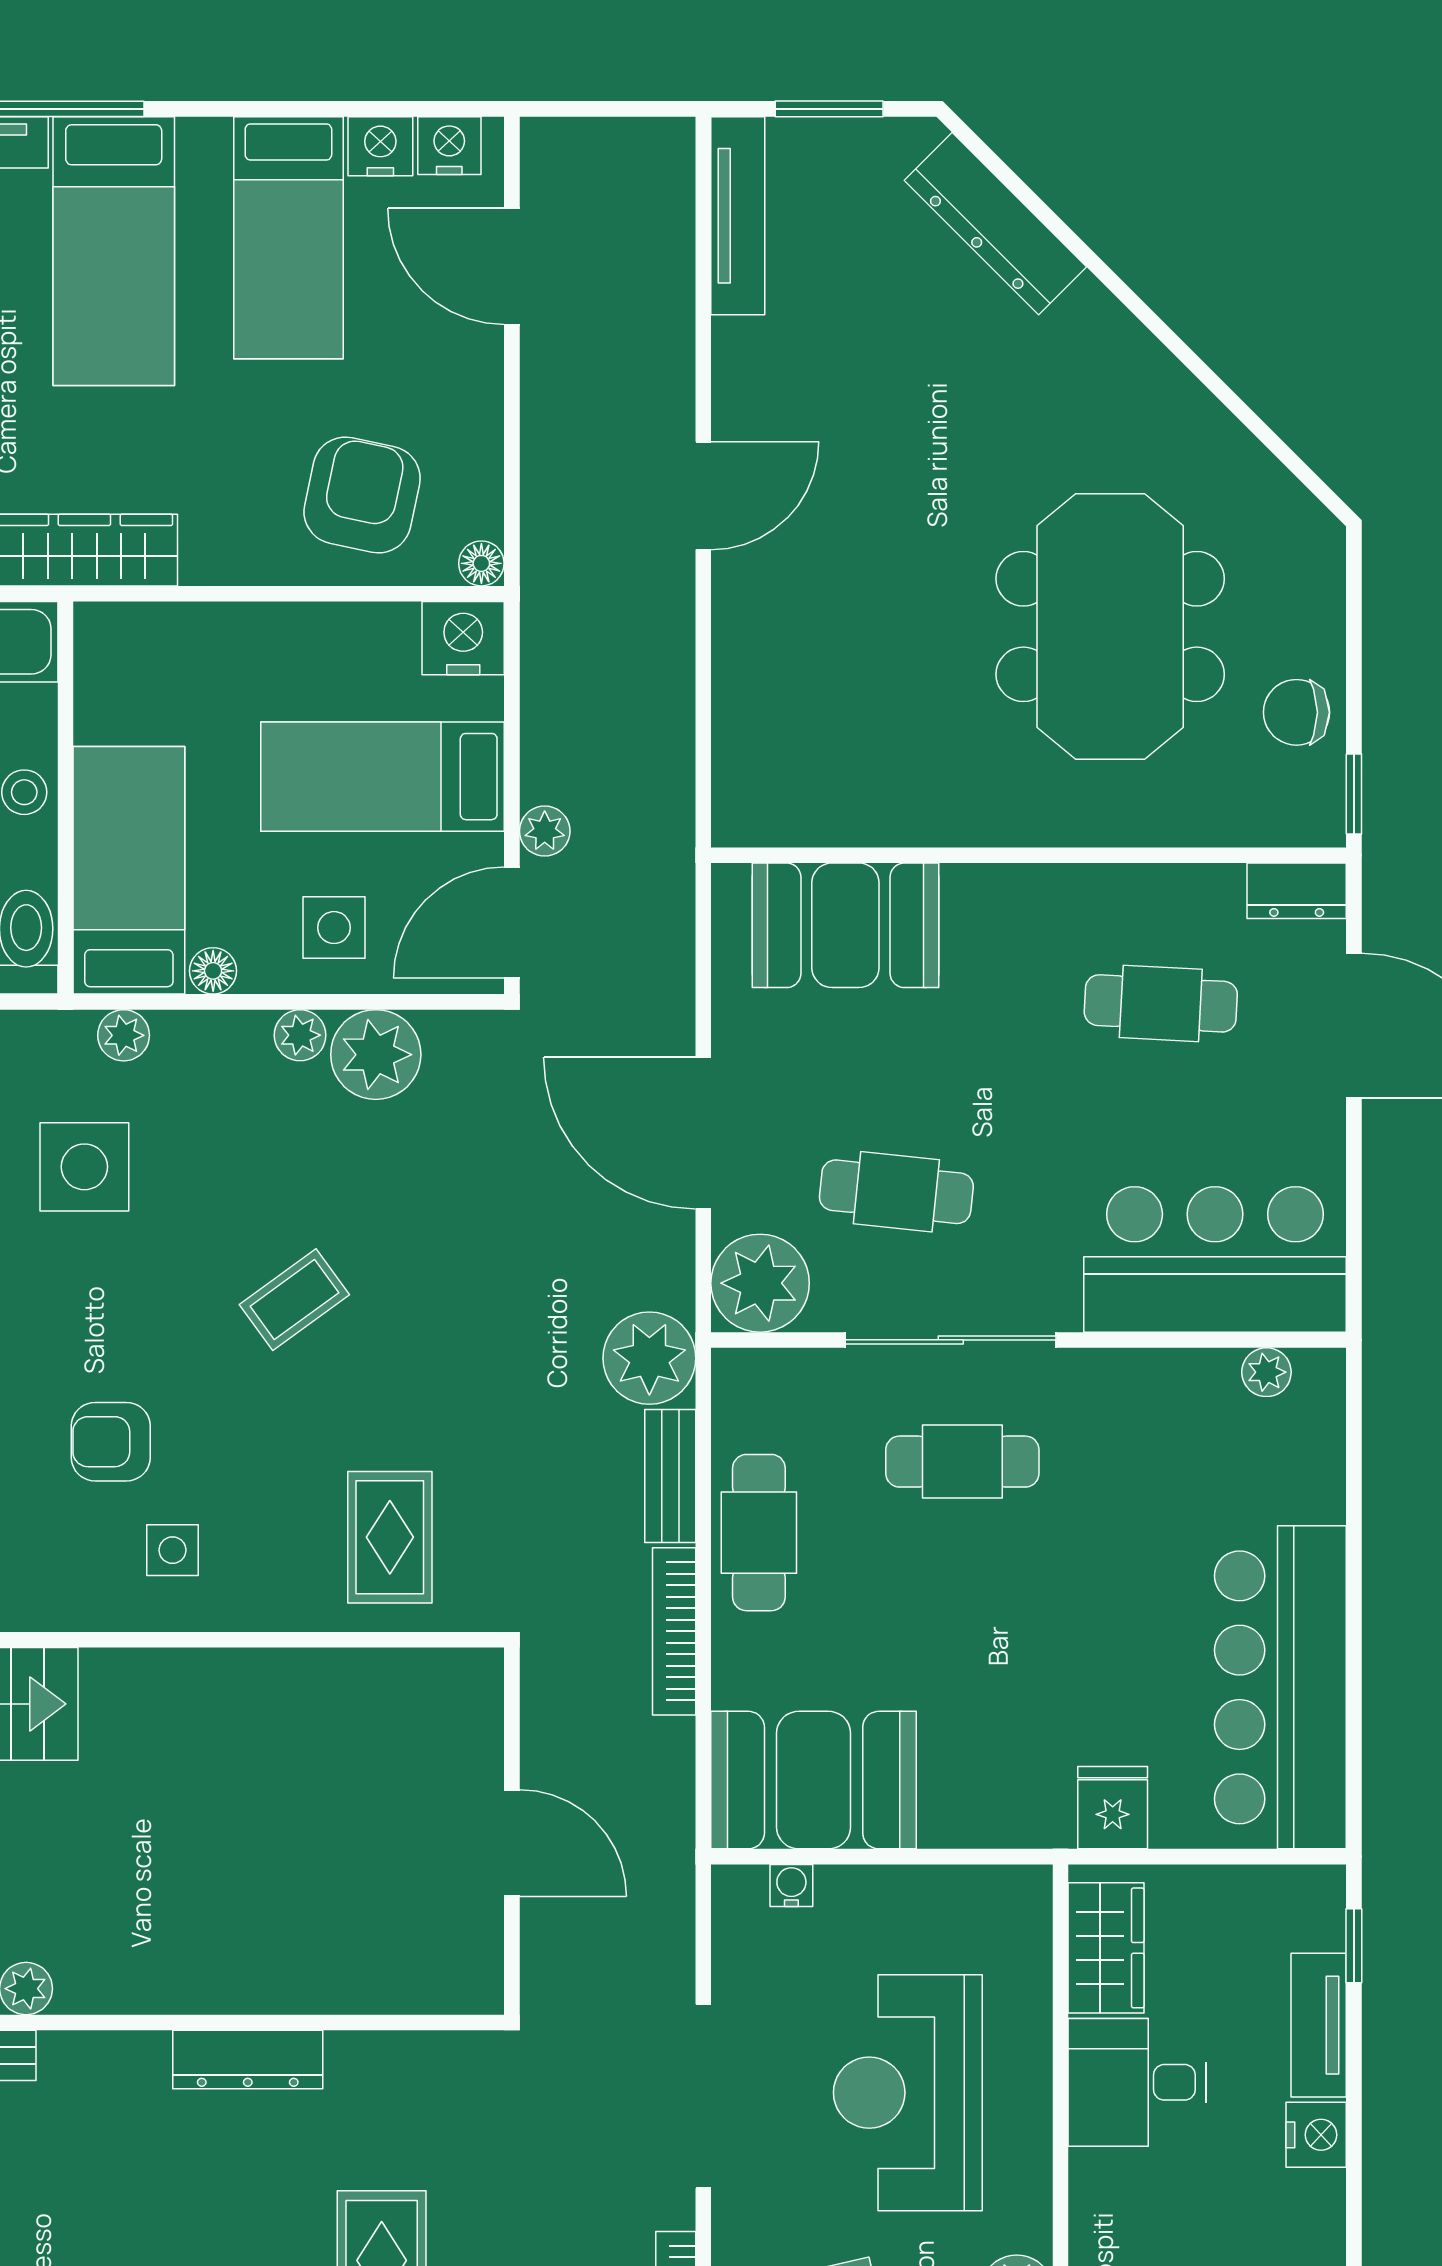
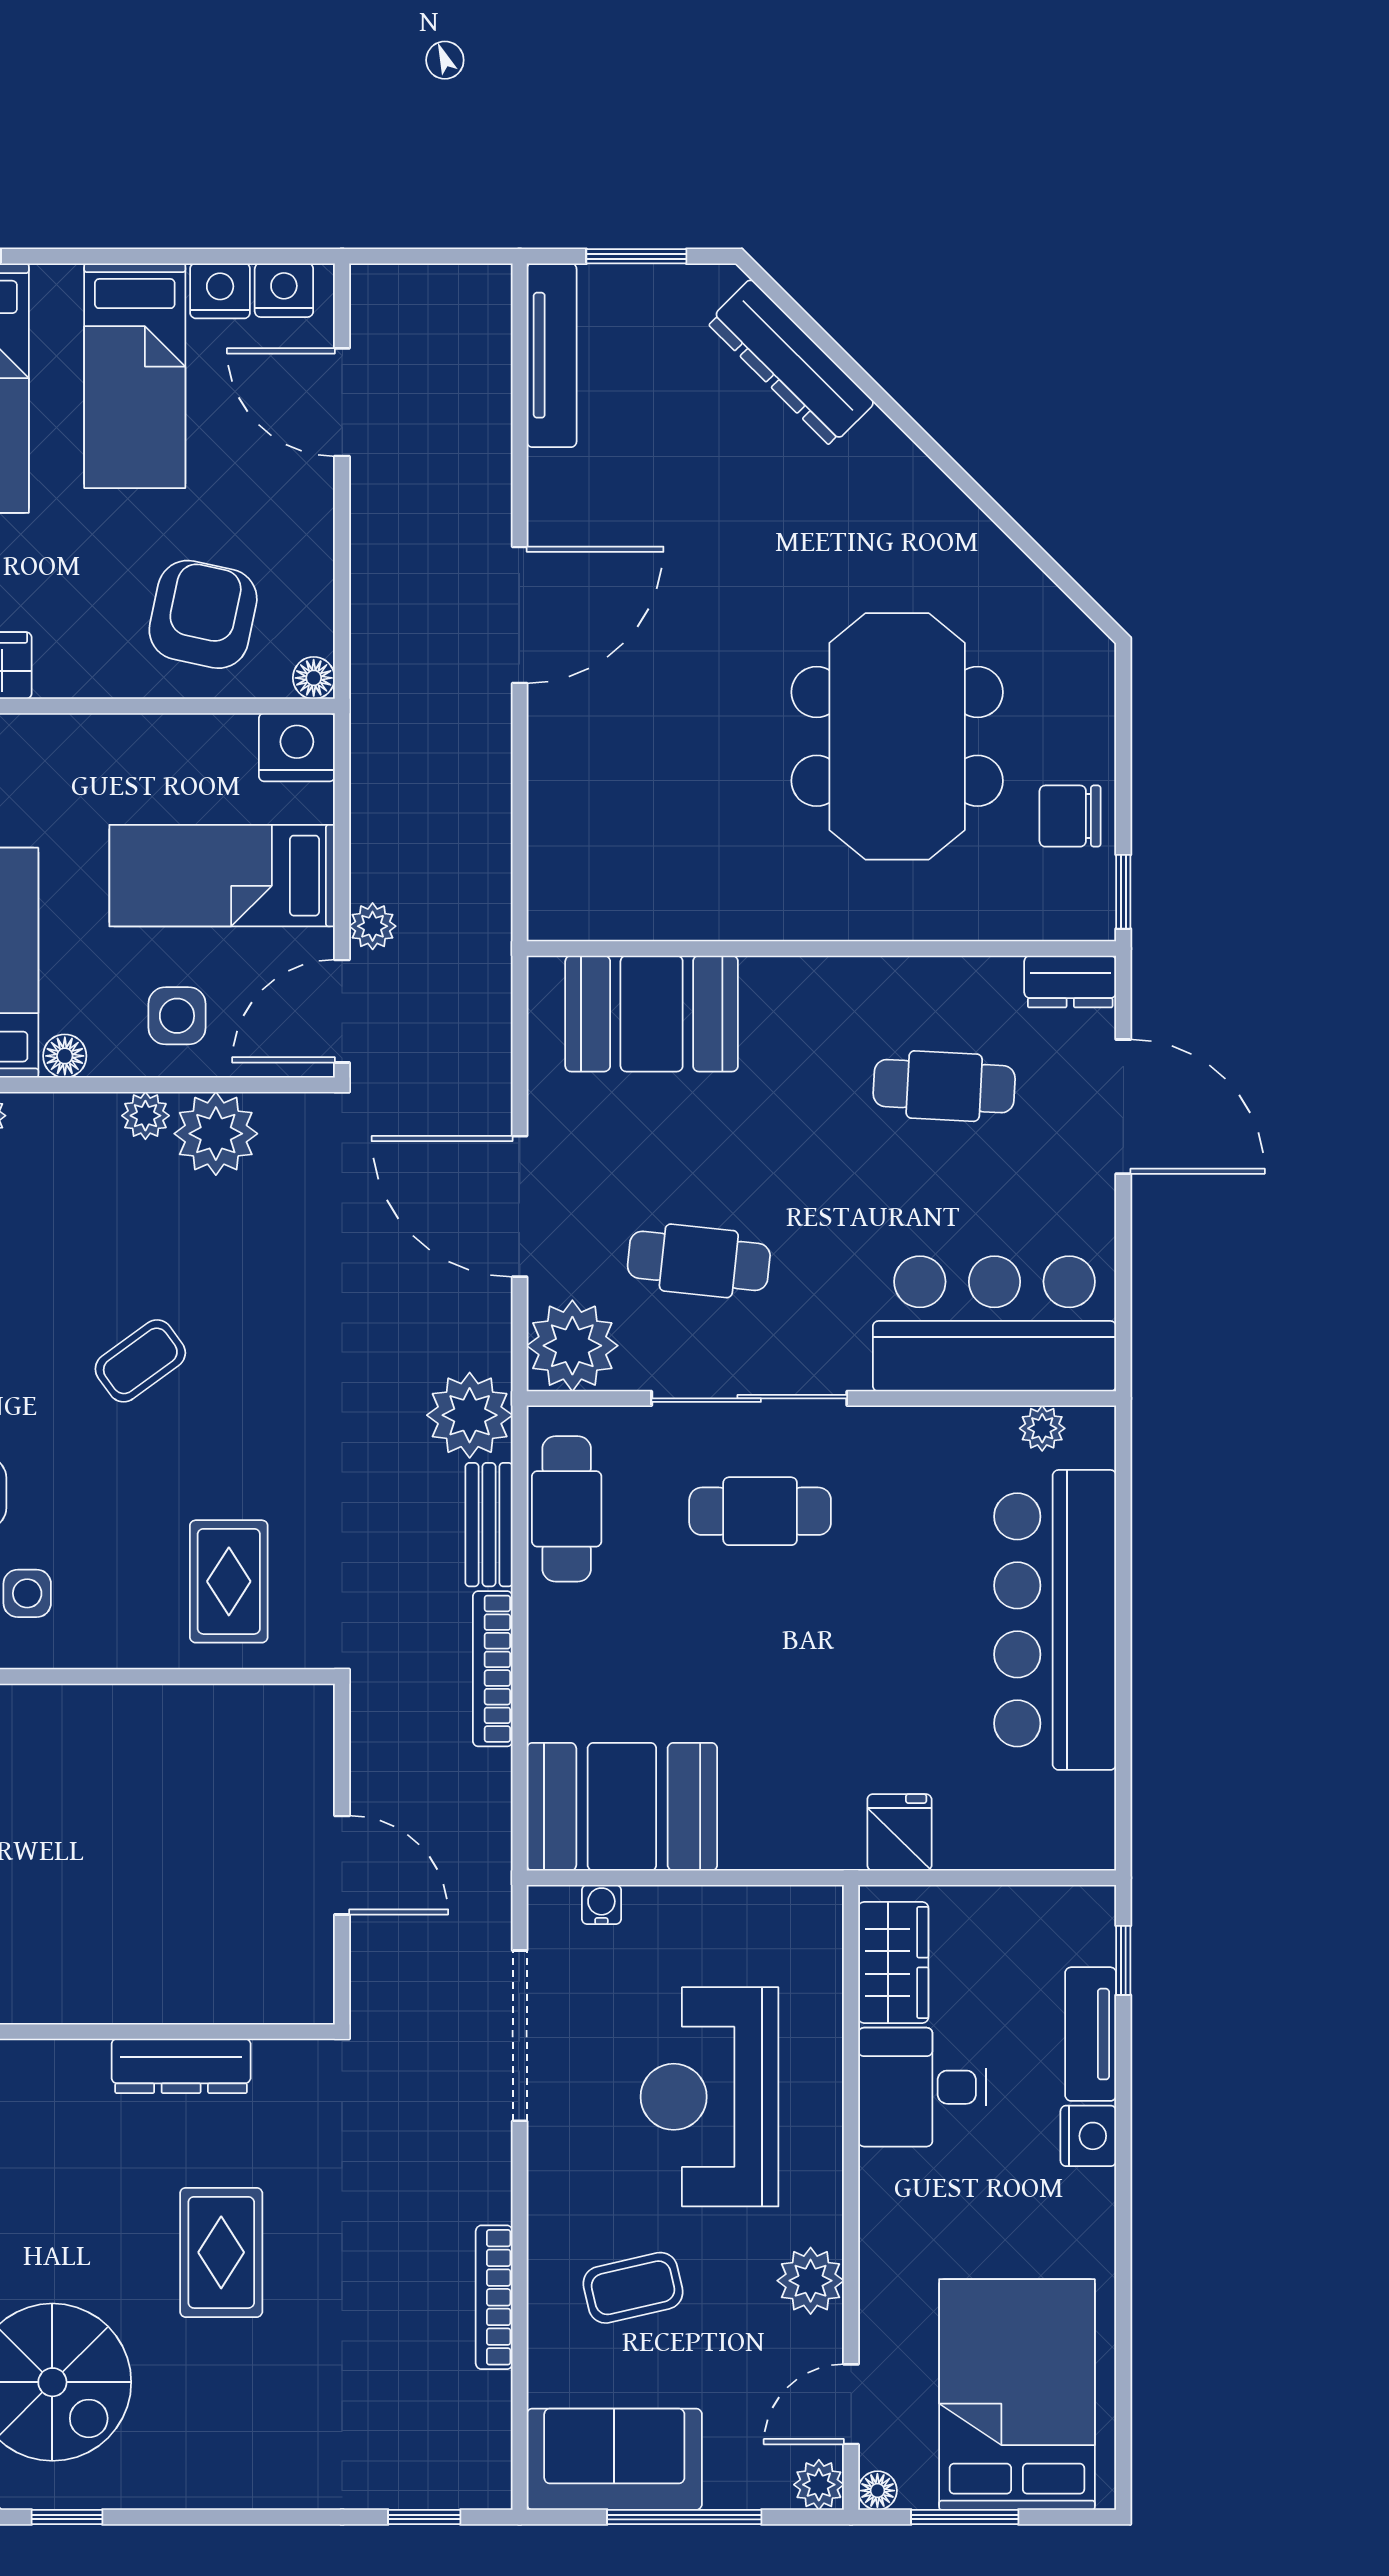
door: (703, 496) -> (520, 615), width x1.36
cafe table: (759, 1533) -> (567, 1509), moved
bar counter: (1280, 1687) -> (1055, 1620), moved
dresser: (248, 2059) -> (181, 2066), moved
doorway: (703, 2096) -> (520, 2036), moved

